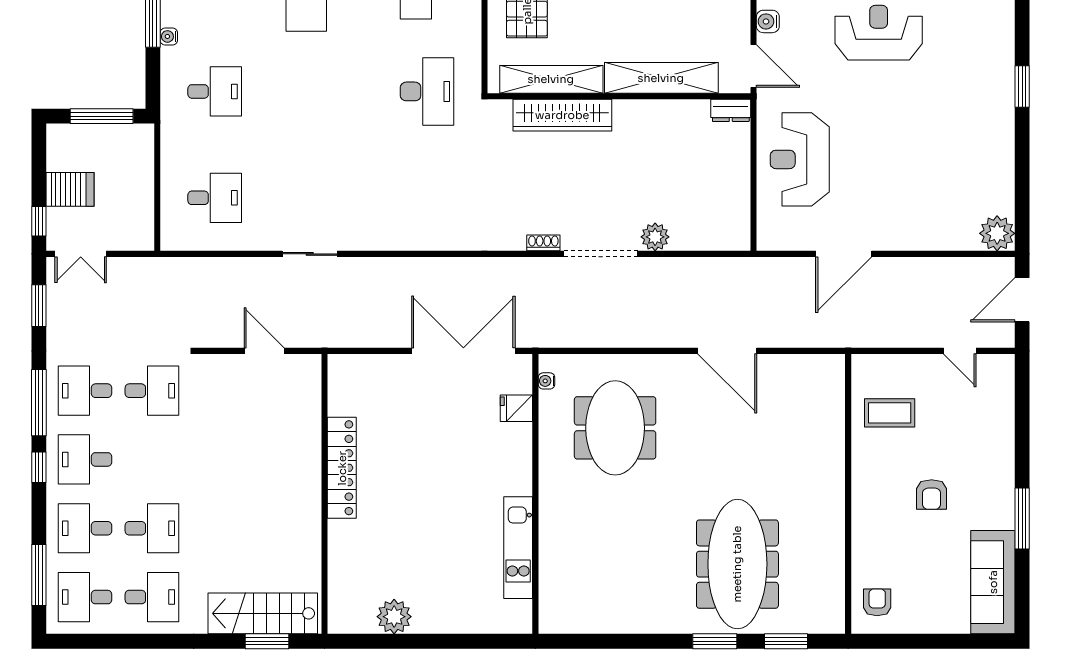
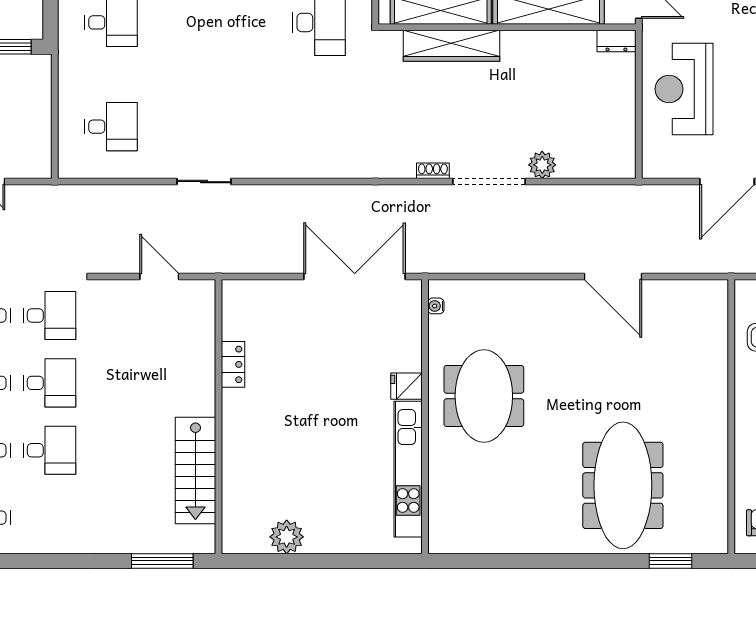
fridge: (516, 408) -> (406, 386), moved
meeting table: (615, 428) -> (484, 396), moved
locker: (342, 468) -> (233, 364), width x0.46, depth x0.83
kitchen unit: (518, 548) -> (408, 469), width x1.36
desk: (152, 597) -> (49, 383), moved
stairs: (263, 613) -> (195, 470), moved, turned -90
window: (267, 641) -> (162, 561), width x1.44
window: (715, 641) -> (601, 561), removed

